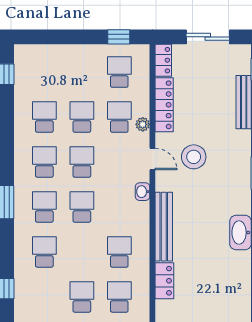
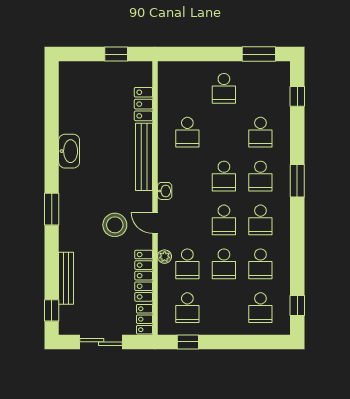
school desk: (119, 297) -> (260, 308), moved

